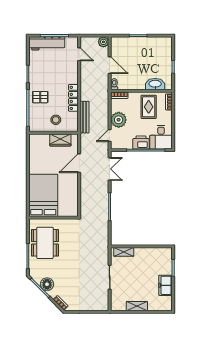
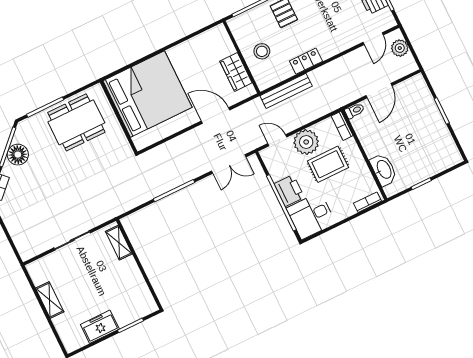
plant: (103, 42) -> (400, 48), moved
locker: (73, 98) -> (306, 61), width x0.66
rug: (149, 107) -> (328, 164), moved
bed: (43, 195) -> (147, 94), width x1.36

